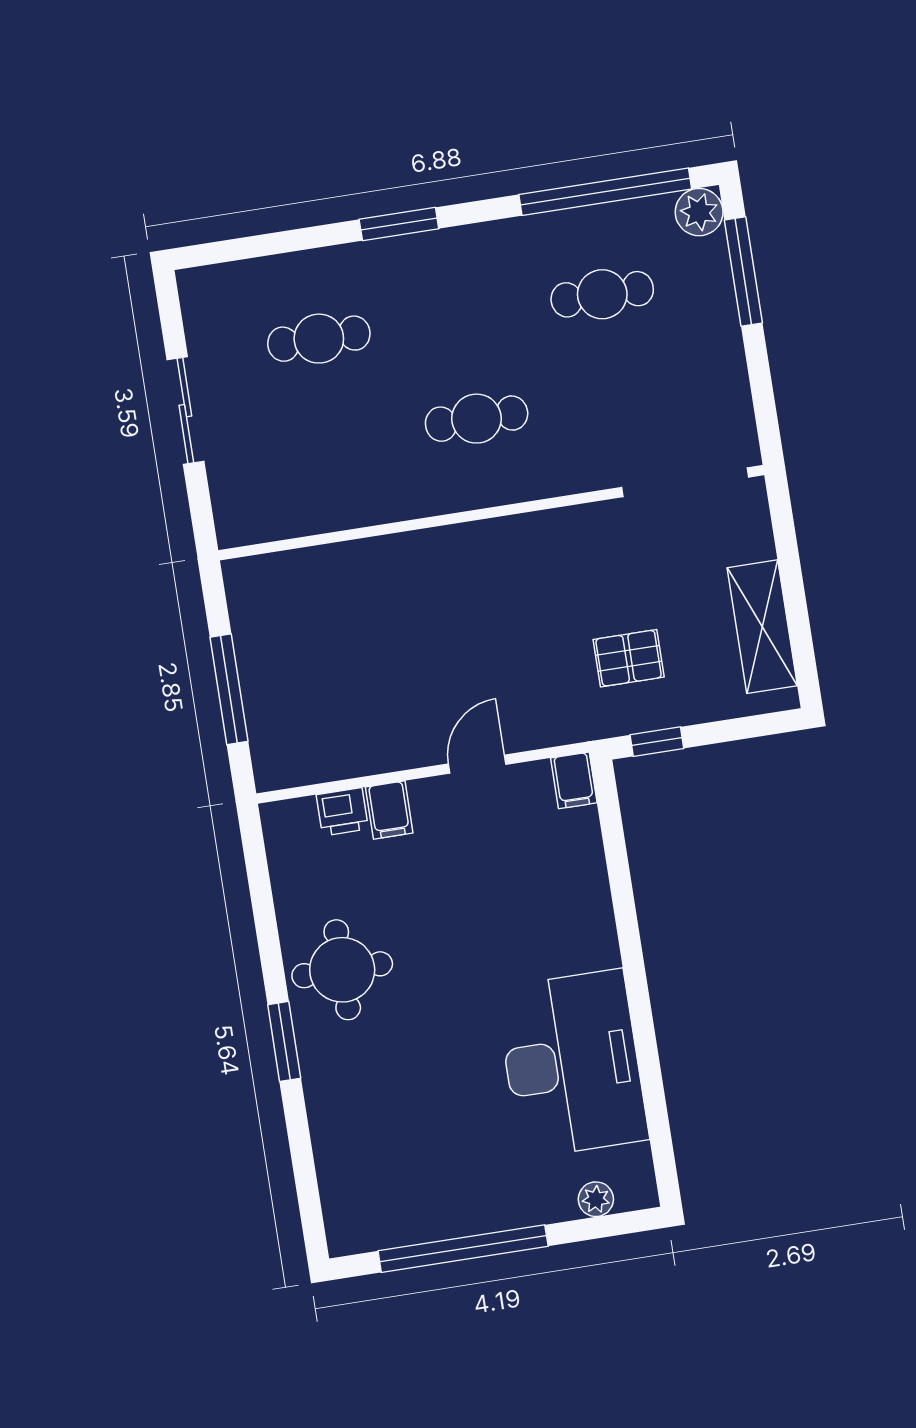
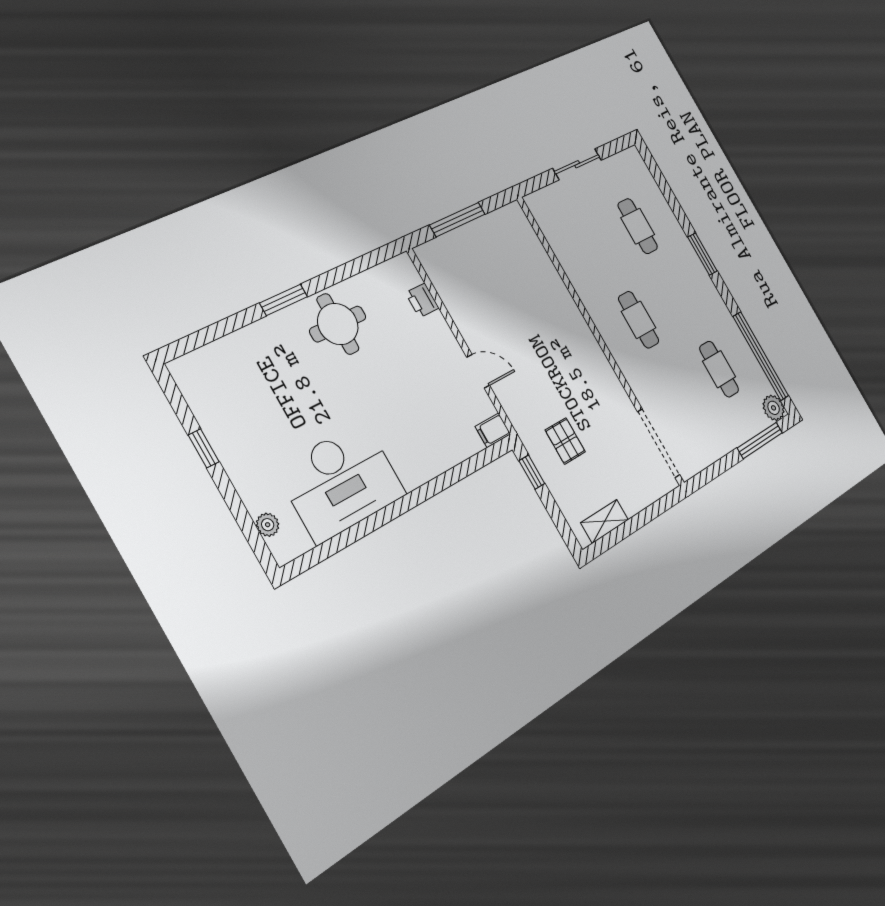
shelving: (762, 627) -> (605, 521), width x0.67, depth x0.75
filing cabinet: (389, 810) -> (434, 327), removed
window: (463, 1249) -> (204, 448), width x0.32

